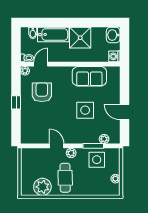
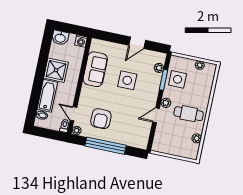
armchair: (42, 92) -> (101, 119), turned -90
window: (16, 102) -> (105, 146), width x3.17
plant: (42, 187) -> (197, 138), width x0.53, depth x0.53

